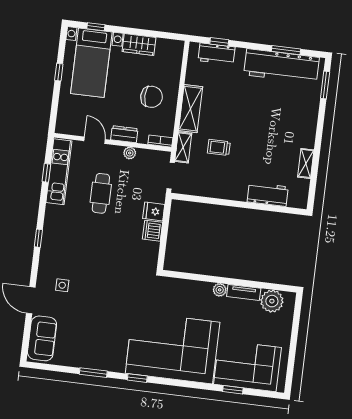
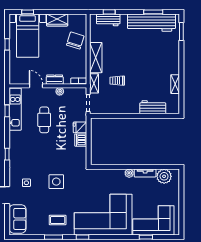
chair: (152, 97) -> (75, 41), moved, turned -73
side table: (108, 289) -> (56, 182), added
coffee table: (102, 347) -> (58, 220), added

